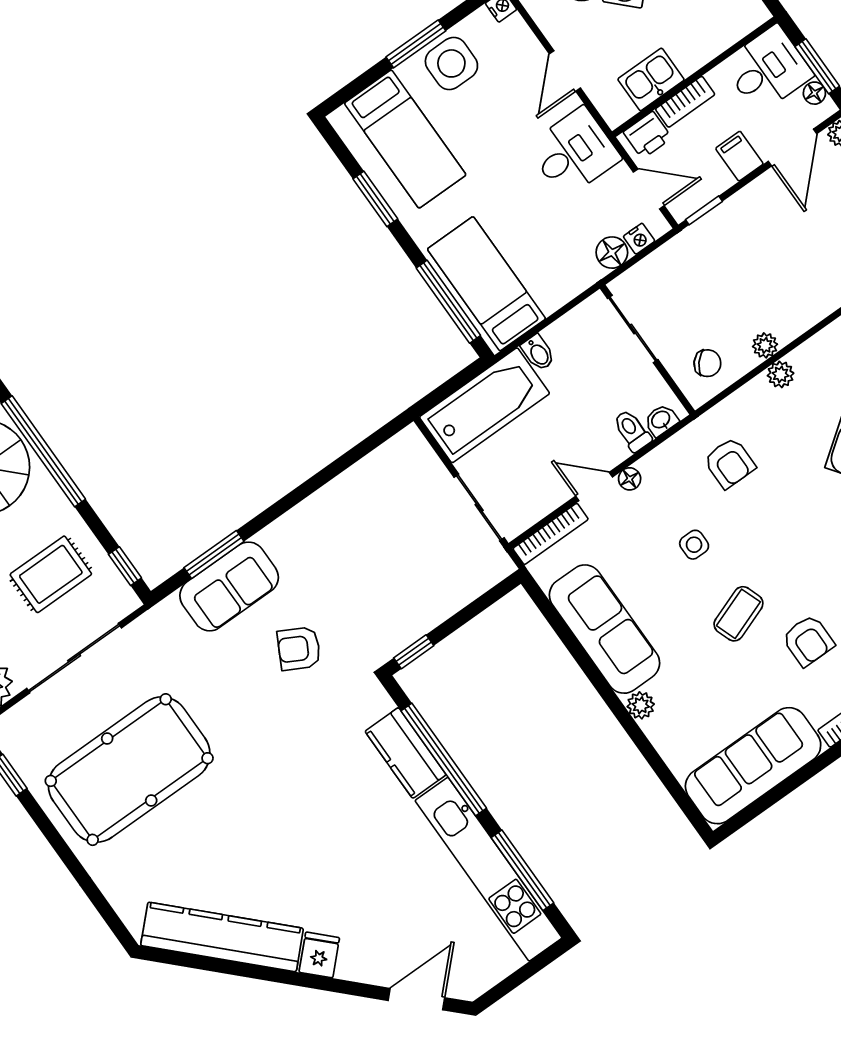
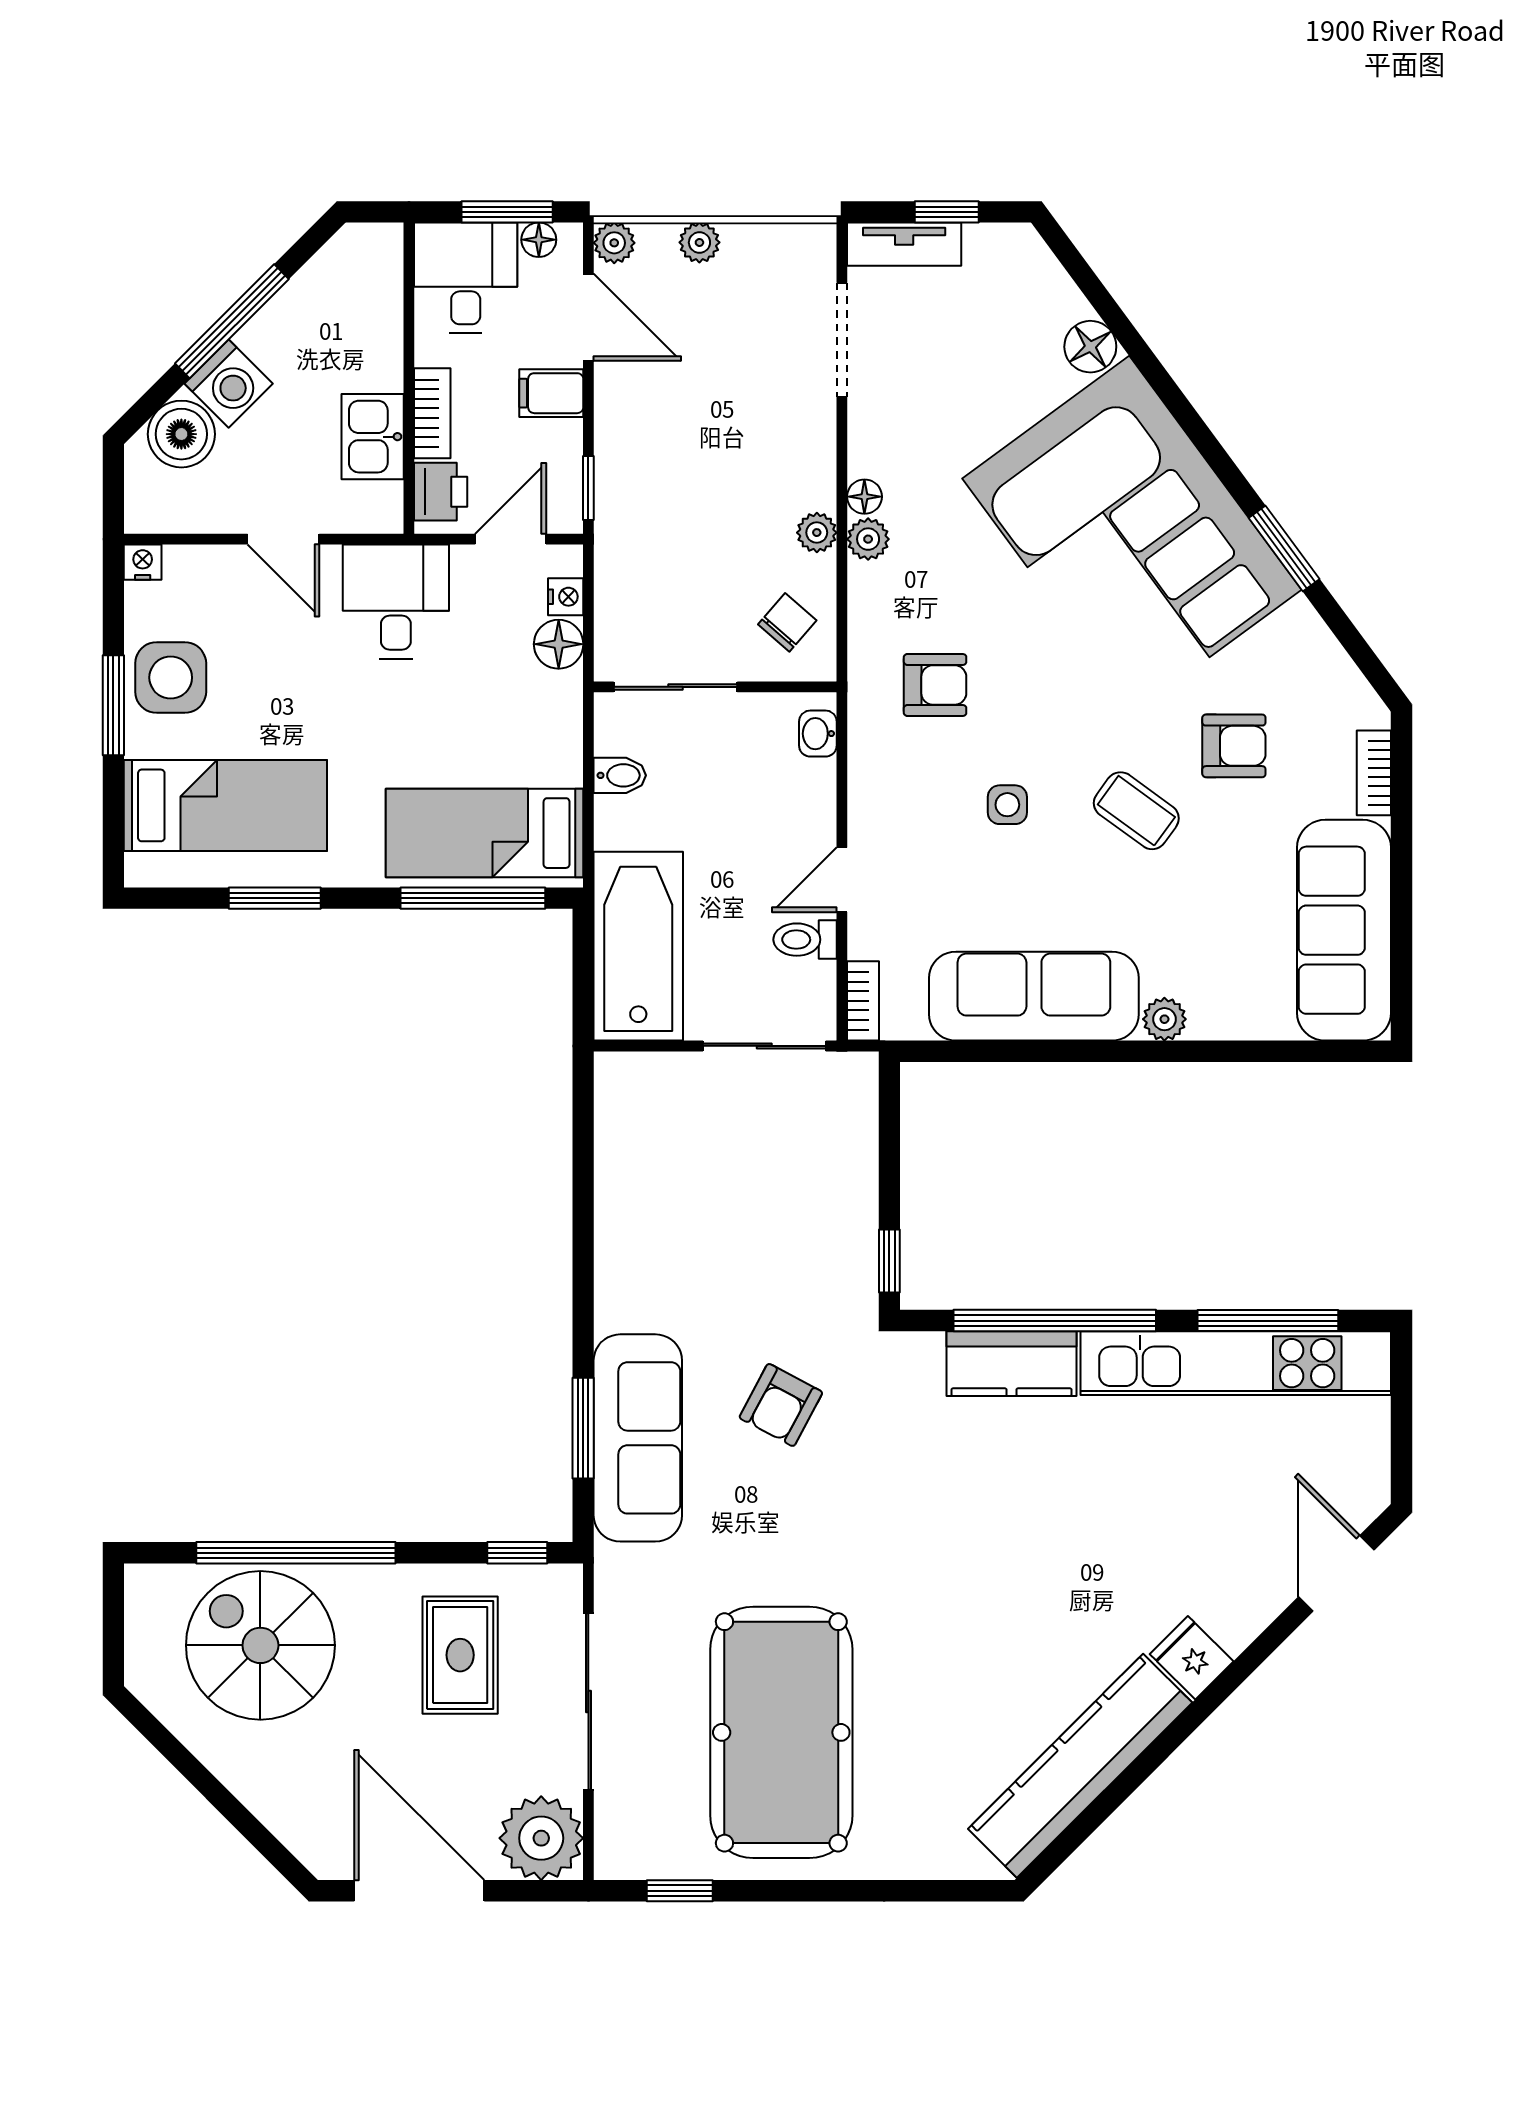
bidet: (538, 353) -> (620, 775), moved
toilet: (632, 431) -> (805, 940), moved
floor lamp: (630, 479) -> (864, 497), moved
bookcase: (551, 534) -> (863, 1001), width x0.64
sofa: (229, 586) -> (638, 1438), width x1.36
coffee table: (738, 614) -> (1136, 811), turned -34

